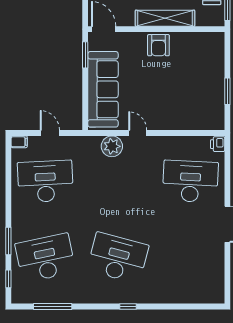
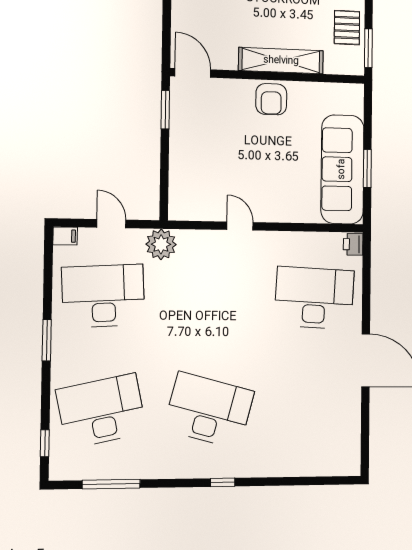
sofa: (103, 89) -> (342, 169), moved, turned 180
plant: (112, 146) -> (161, 244), moved
window: (8, 241) -> (47, 340), moved

